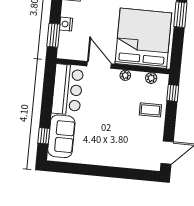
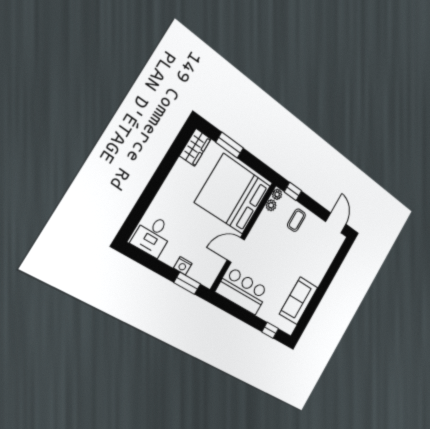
plant: (125, 75) -> (277, 194), moved
sofa: (61, 136) -> (299, 301), moved, turned -90

